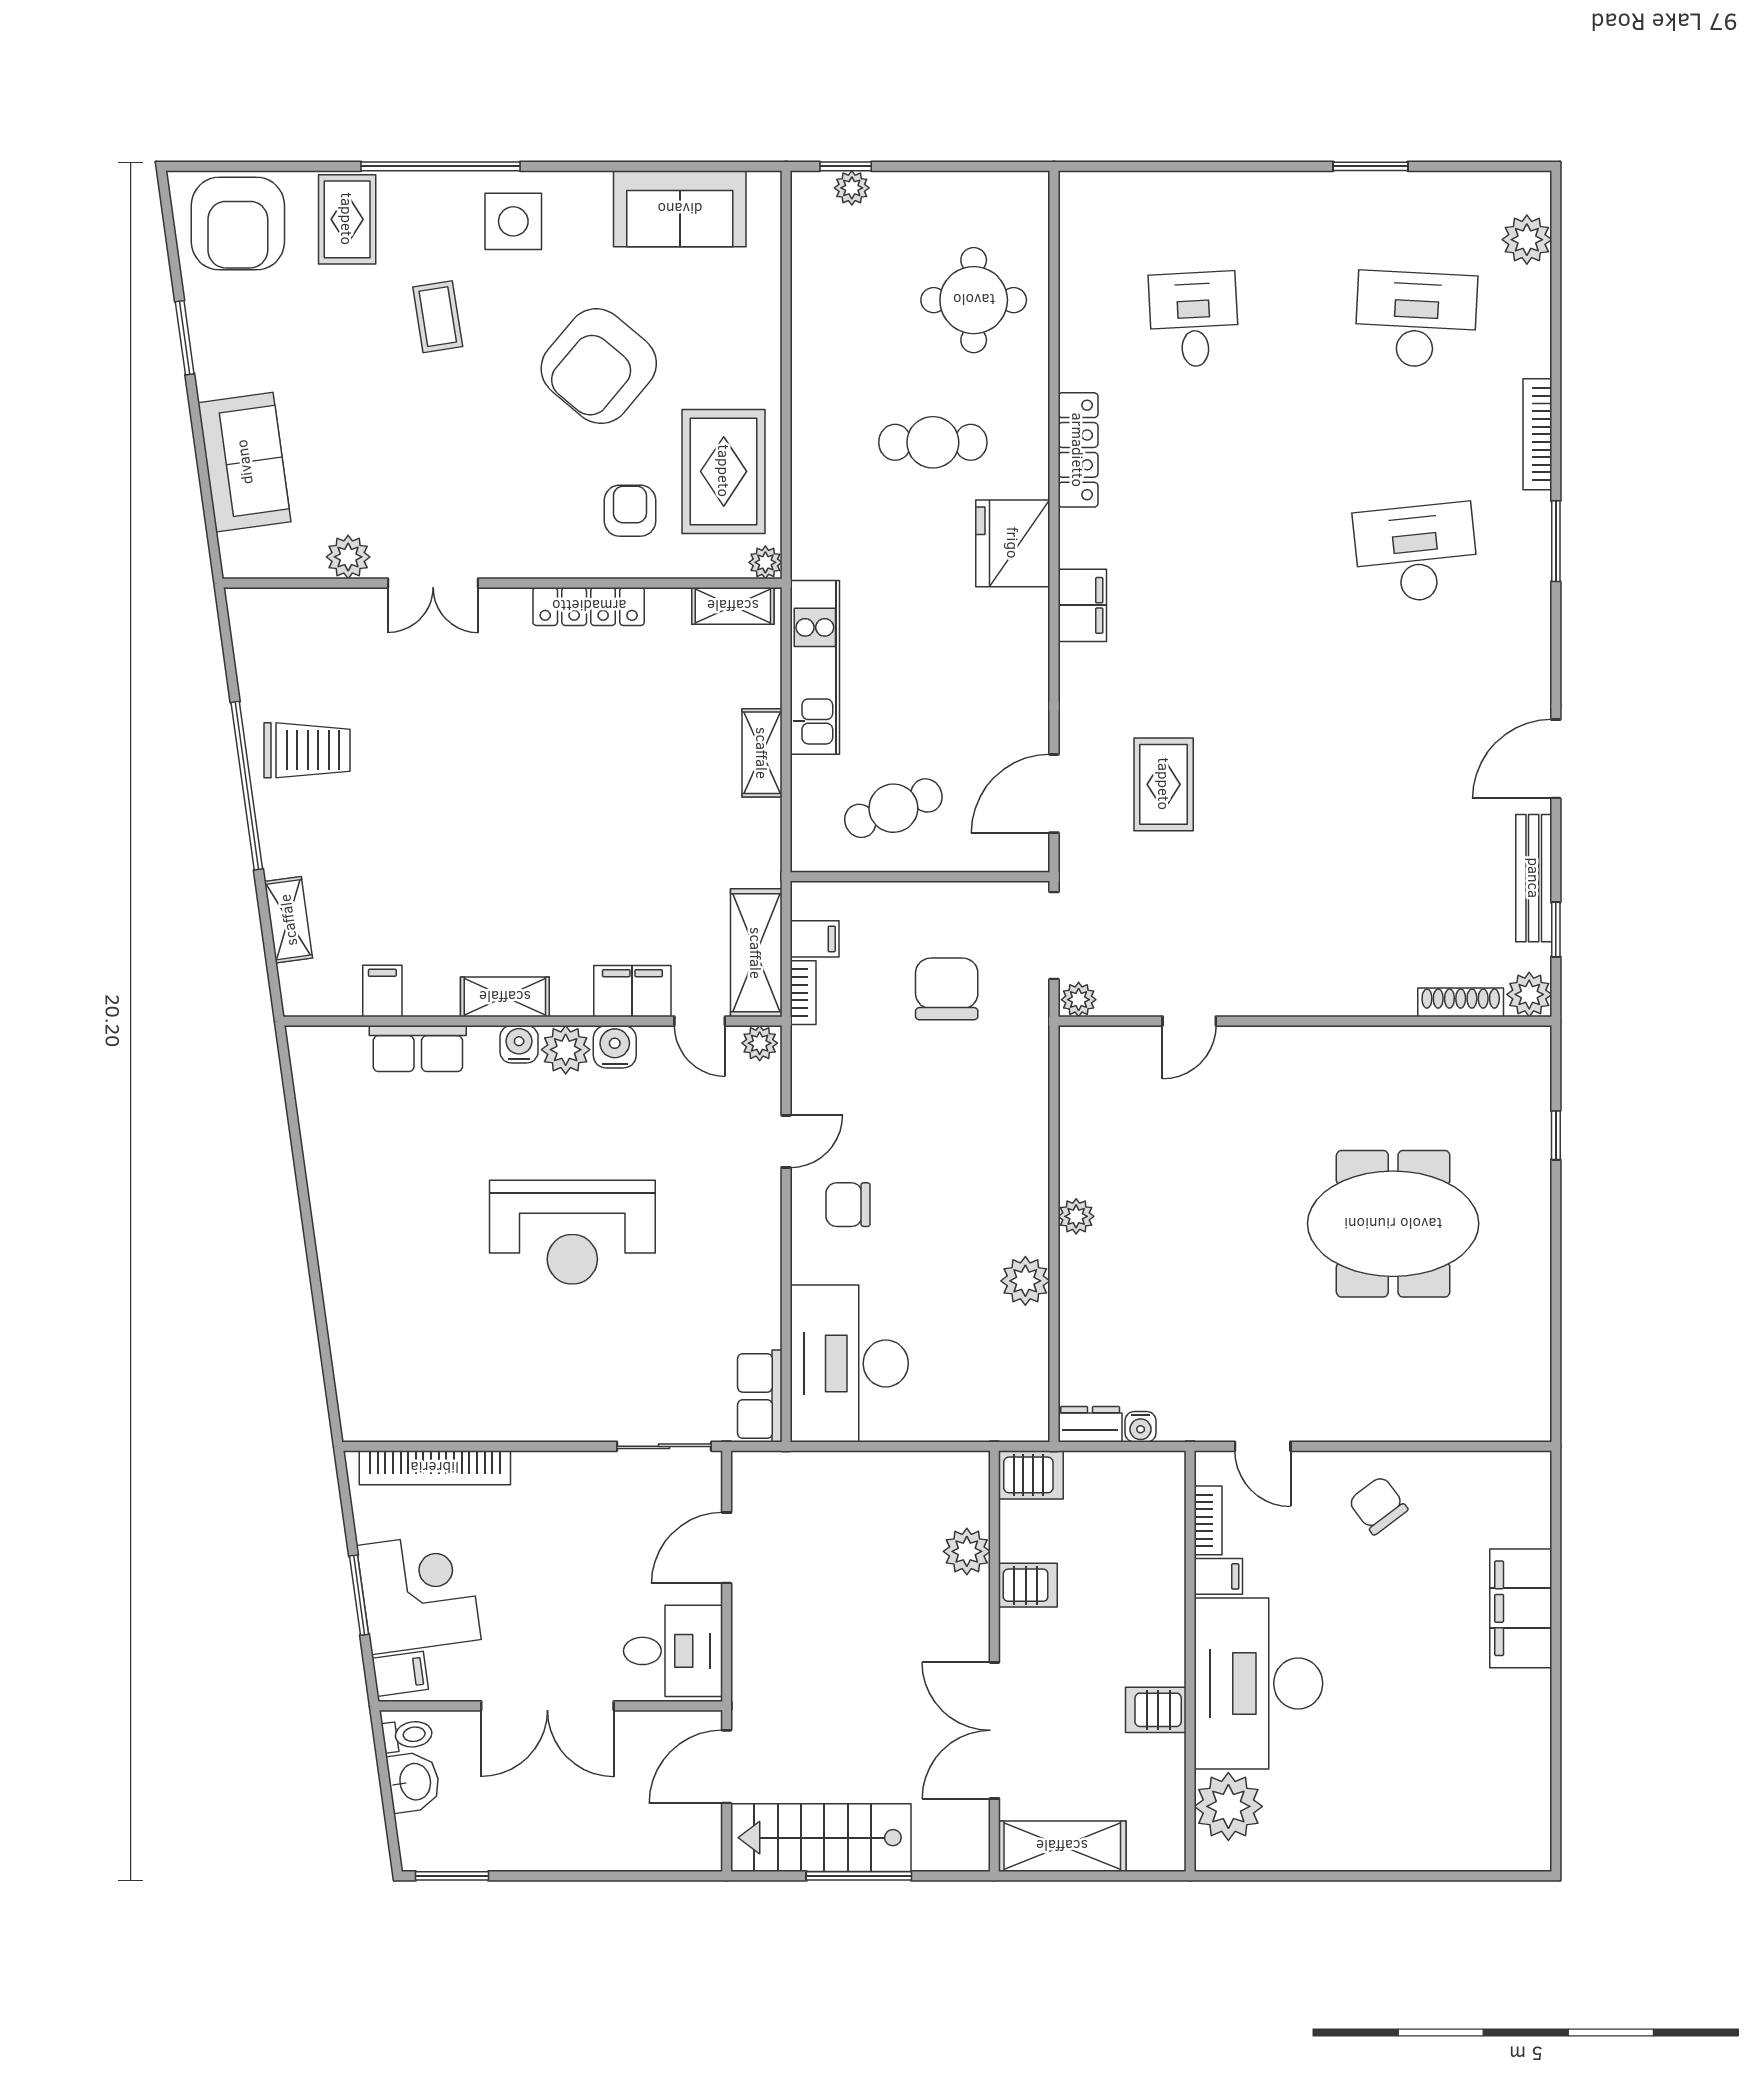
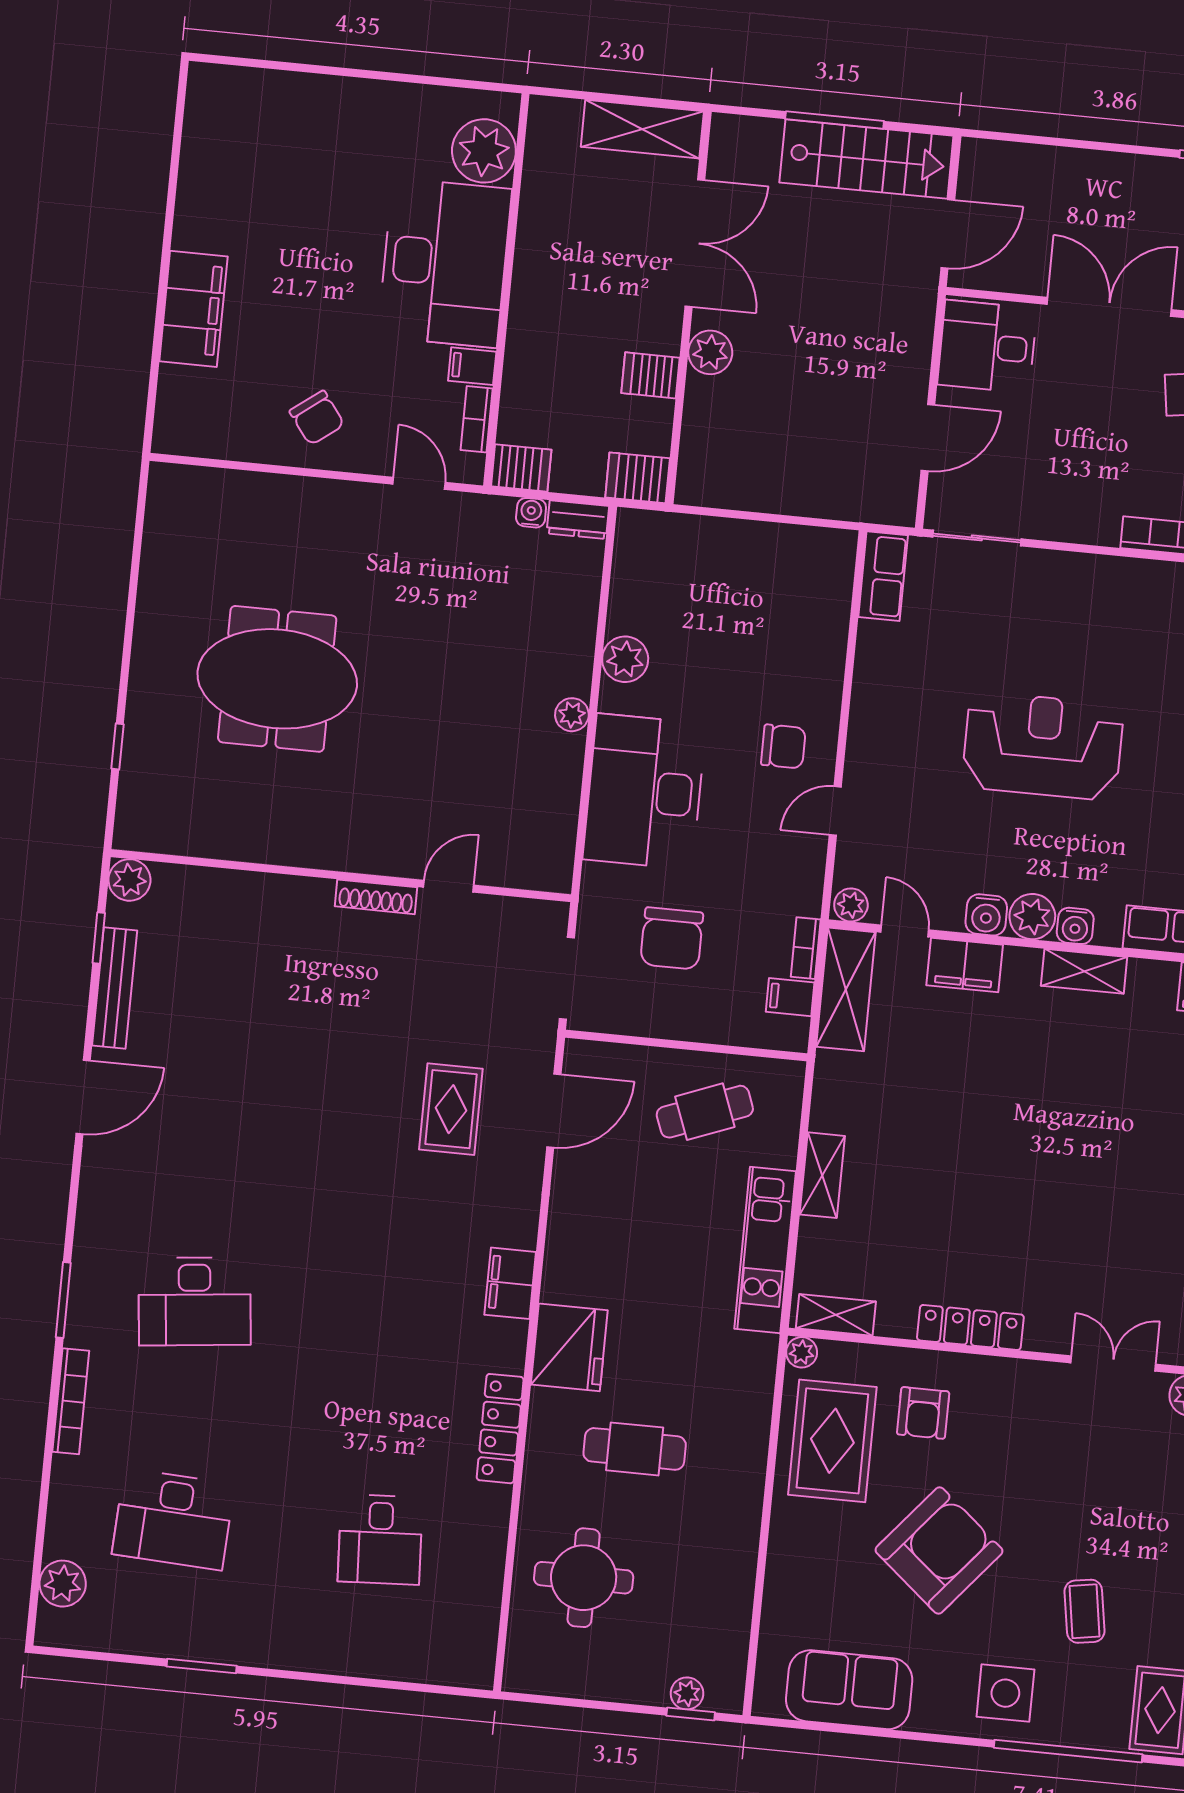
plant: (1079, 1000) -> (550, 916), removed
shoe rack: (1461, 1002) -> (376, 897), moved
desk: (849, 1363) -> (645, 792), moved, turned 180
plant: (967, 1551) -> (710, 352), moved
server rack: (1156, 1710) -> (521, 468), moved

